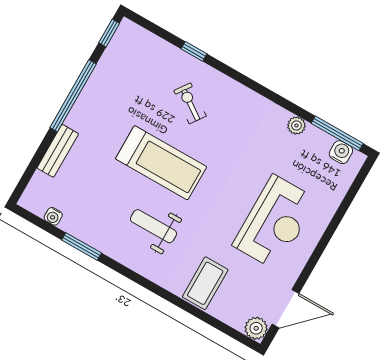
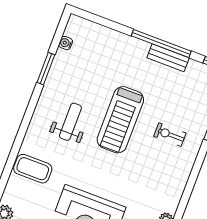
exercise bike: (190, 103) -> (170, 135), turned -125
bench: (58, 151) -> (168, 58), moved

